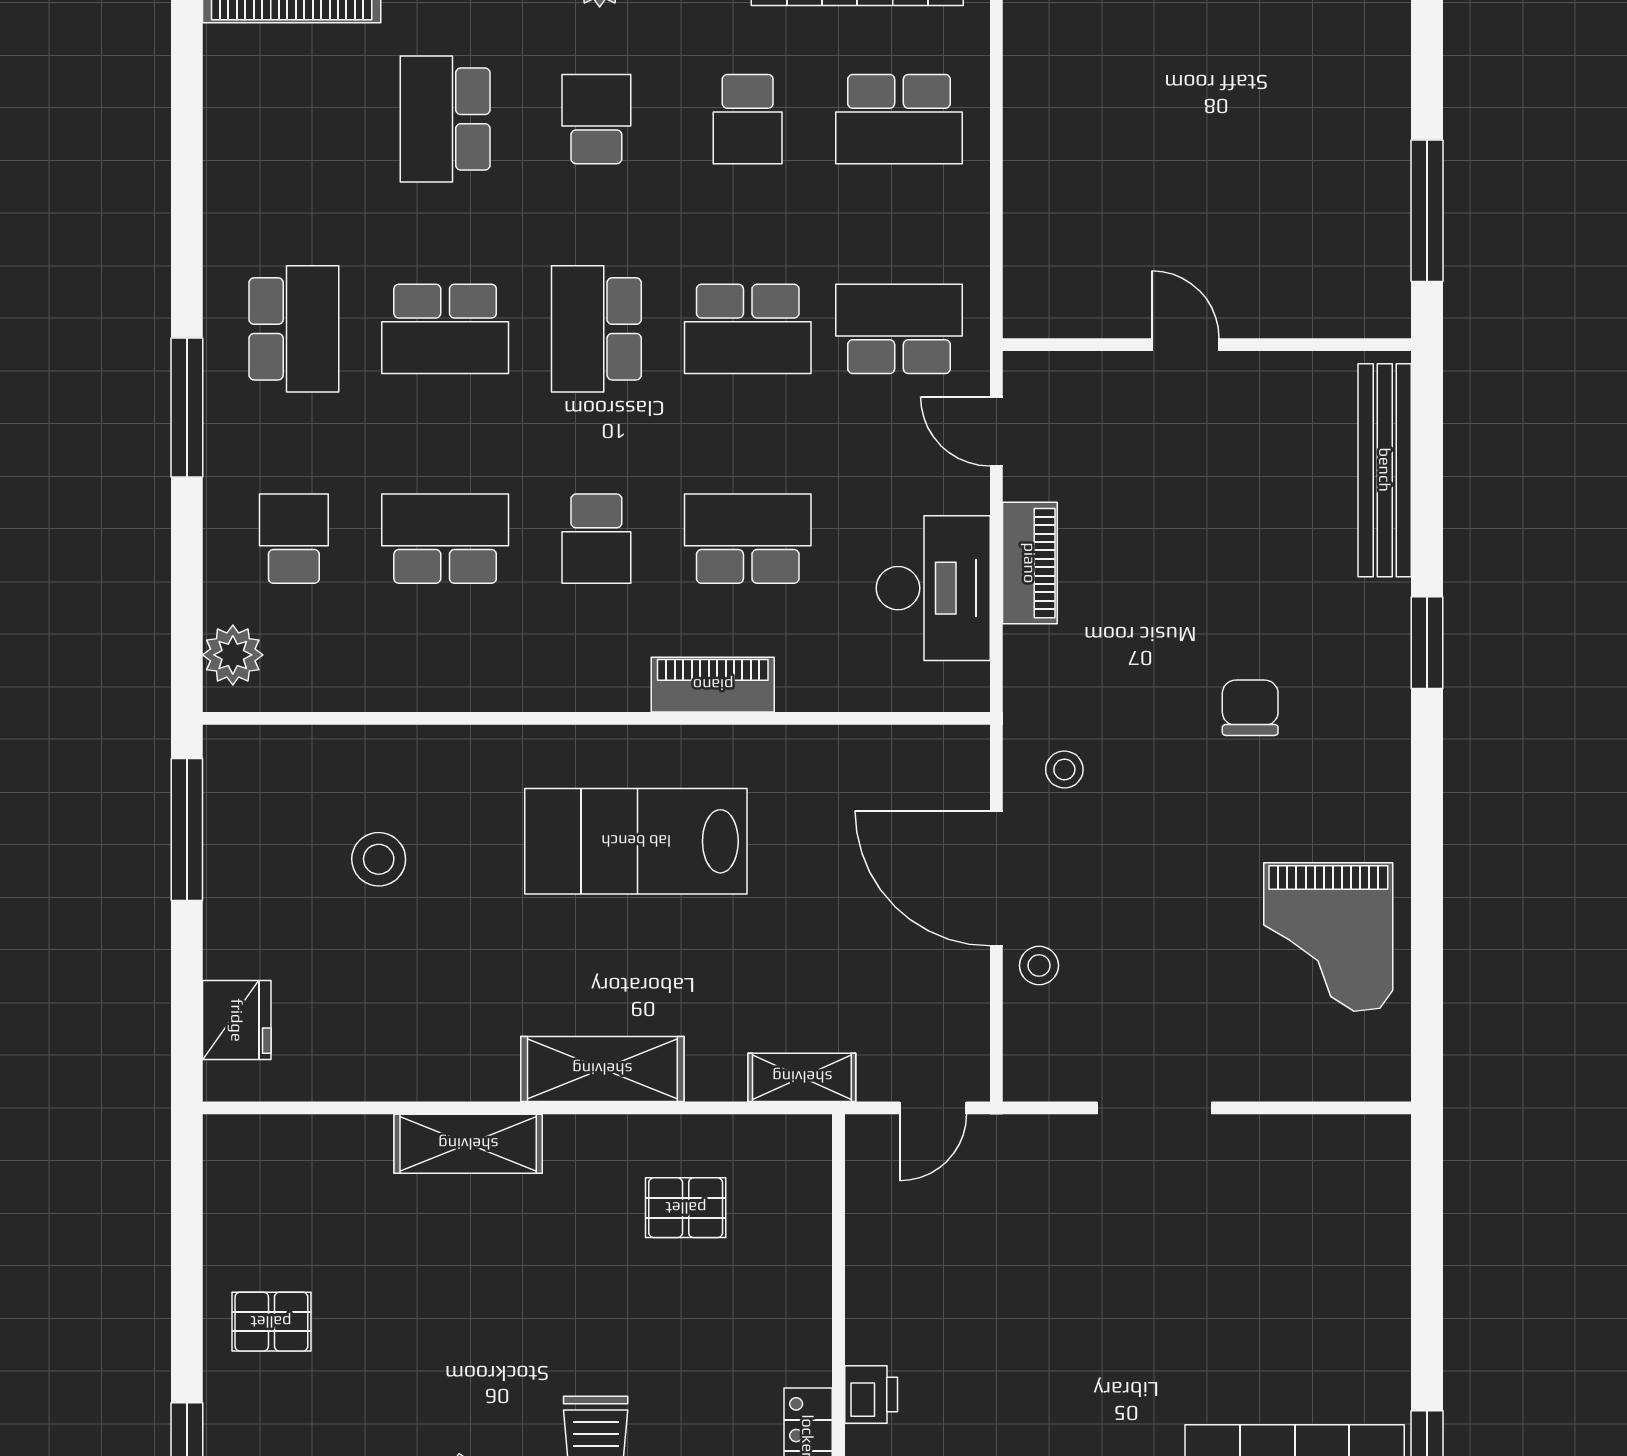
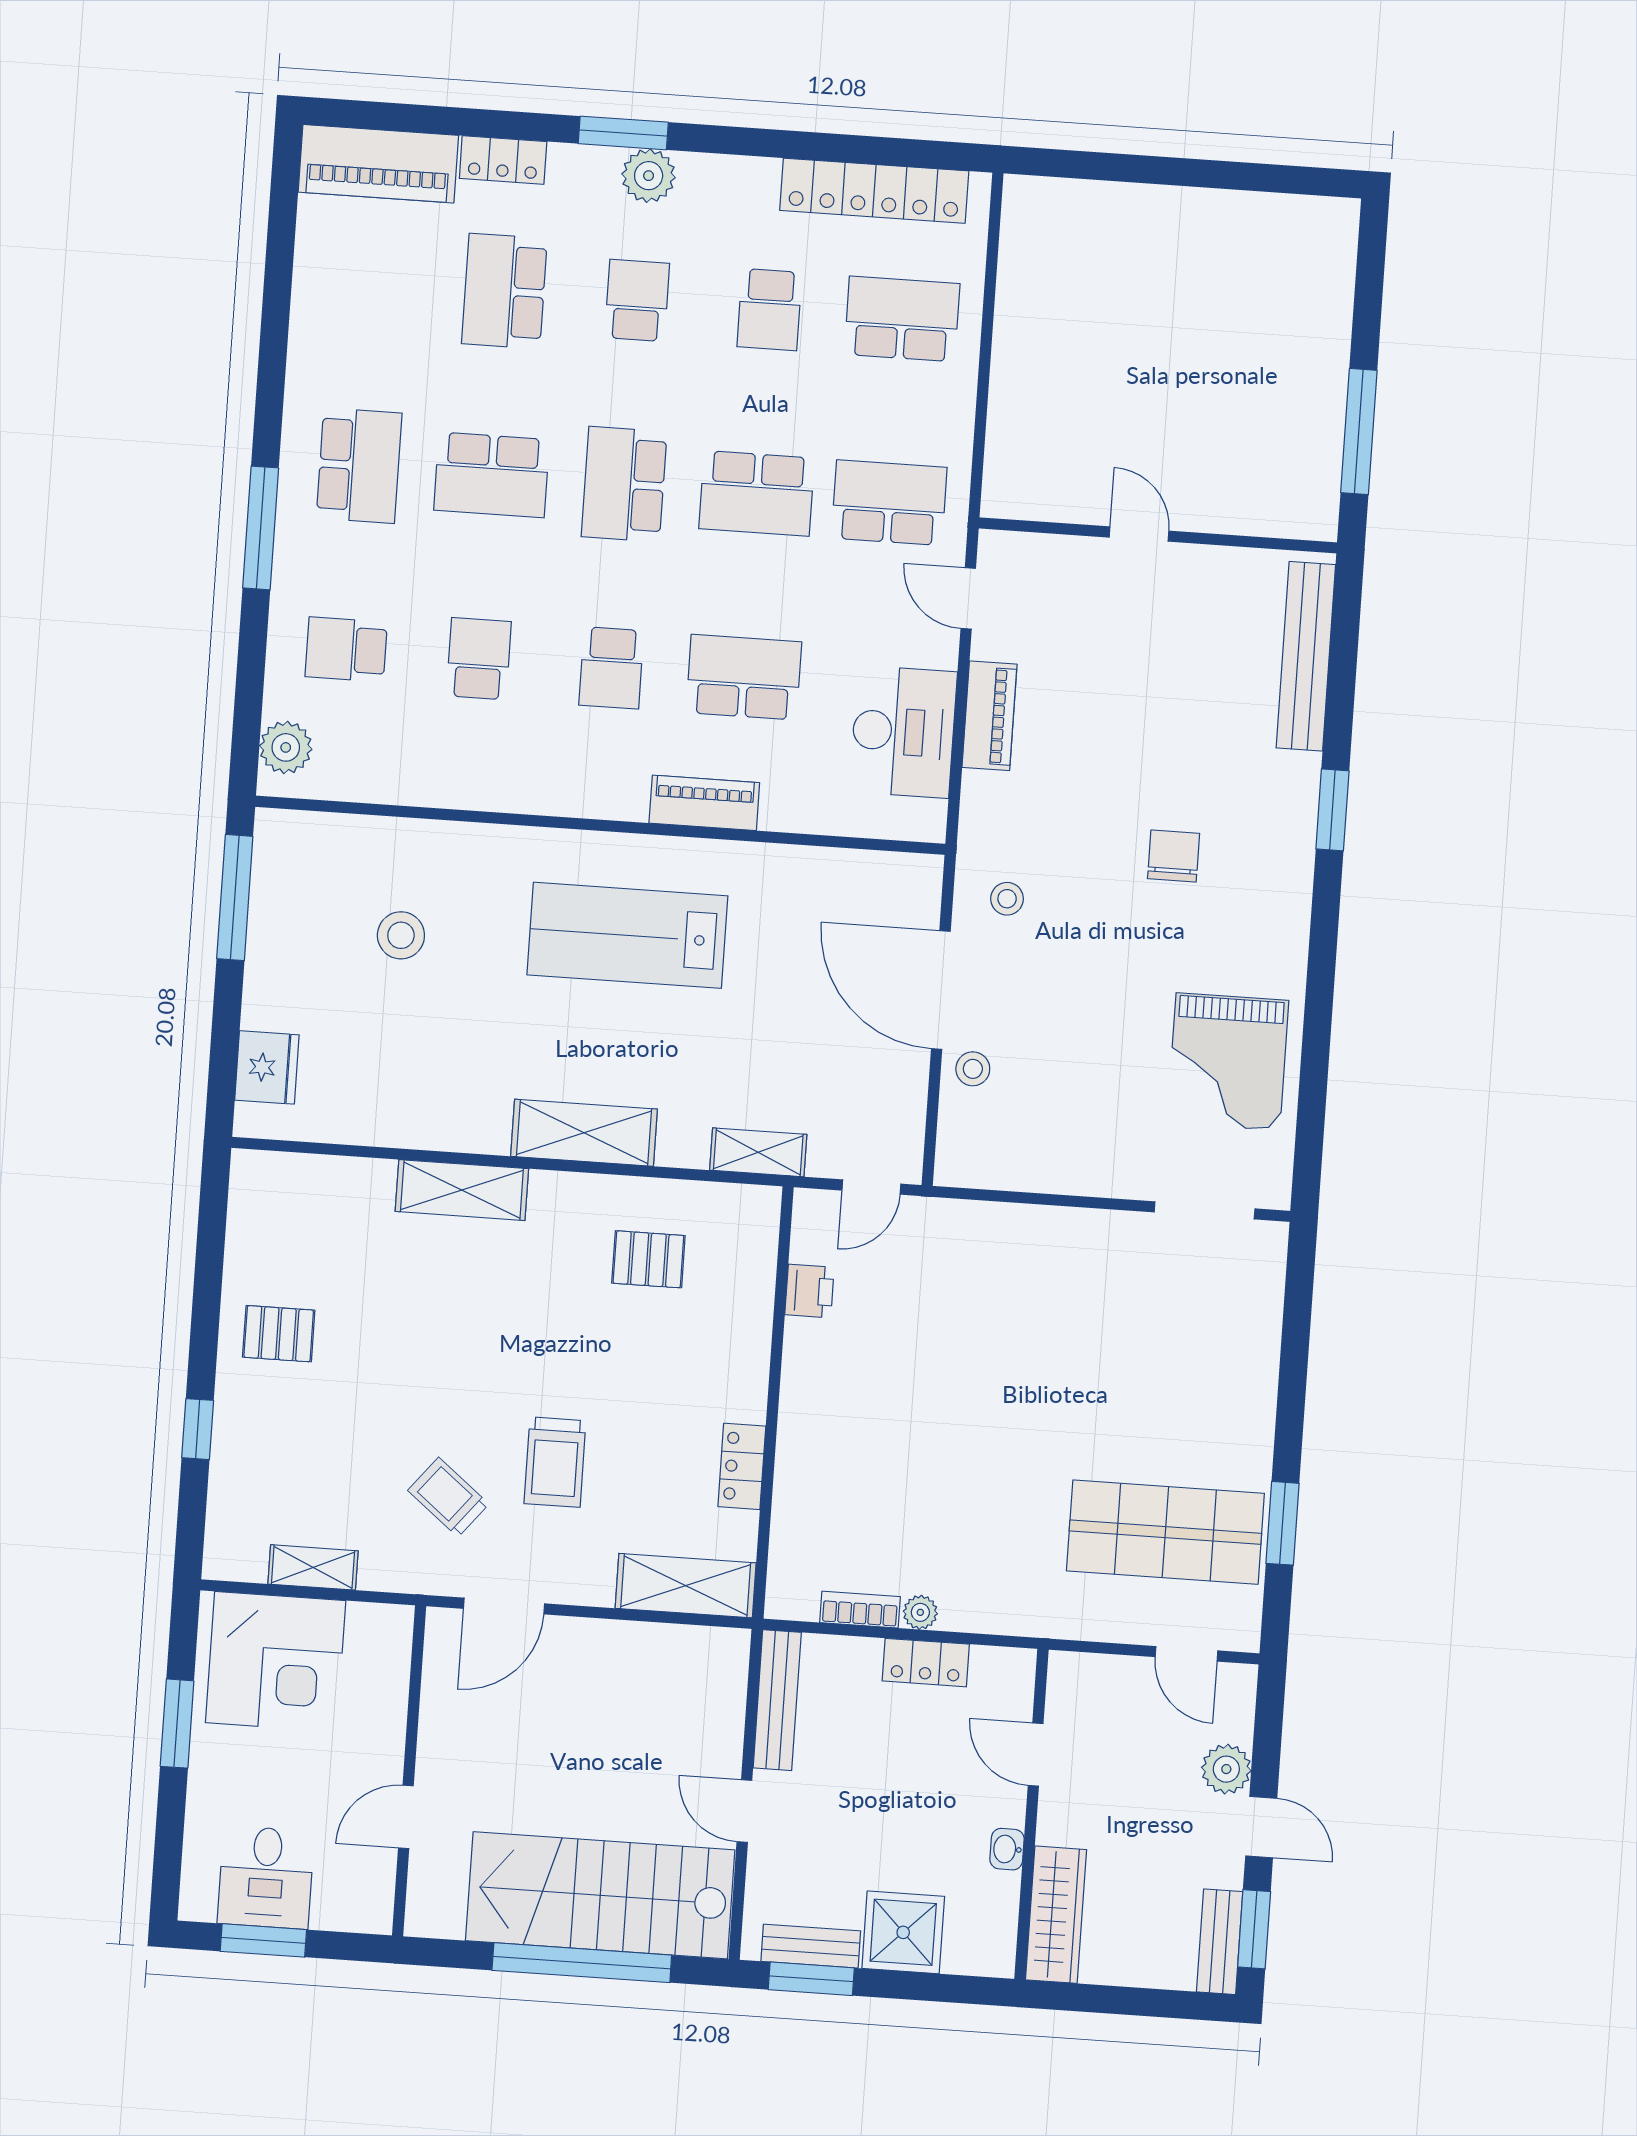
school desk: (899, 119) -> (902, 319), turned 180
school desk: (294, 539) -> (346, 649), turned -90
school desk: (445, 539) -> (479, 659), width x0.54
doorway: (1154, 1108) -> (1205, 1210), moved
printer: (871, 1395) -> (809, 1291), moved

